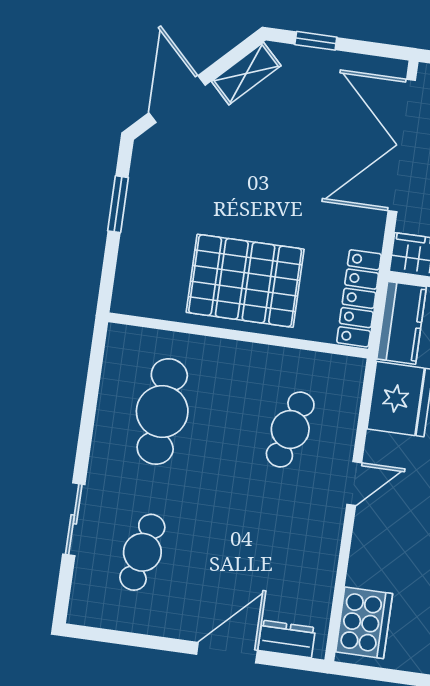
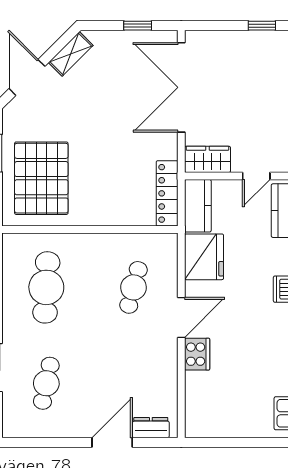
window: (316, 41) -> (138, 26), moved
pallet: (245, 281) -> (41, 178), moved, turned 90
door: (354, 484) -> (181, 318), width x1.38
cooker: (364, 623) -> (197, 354), moved, width x0.73, depth x0.76

